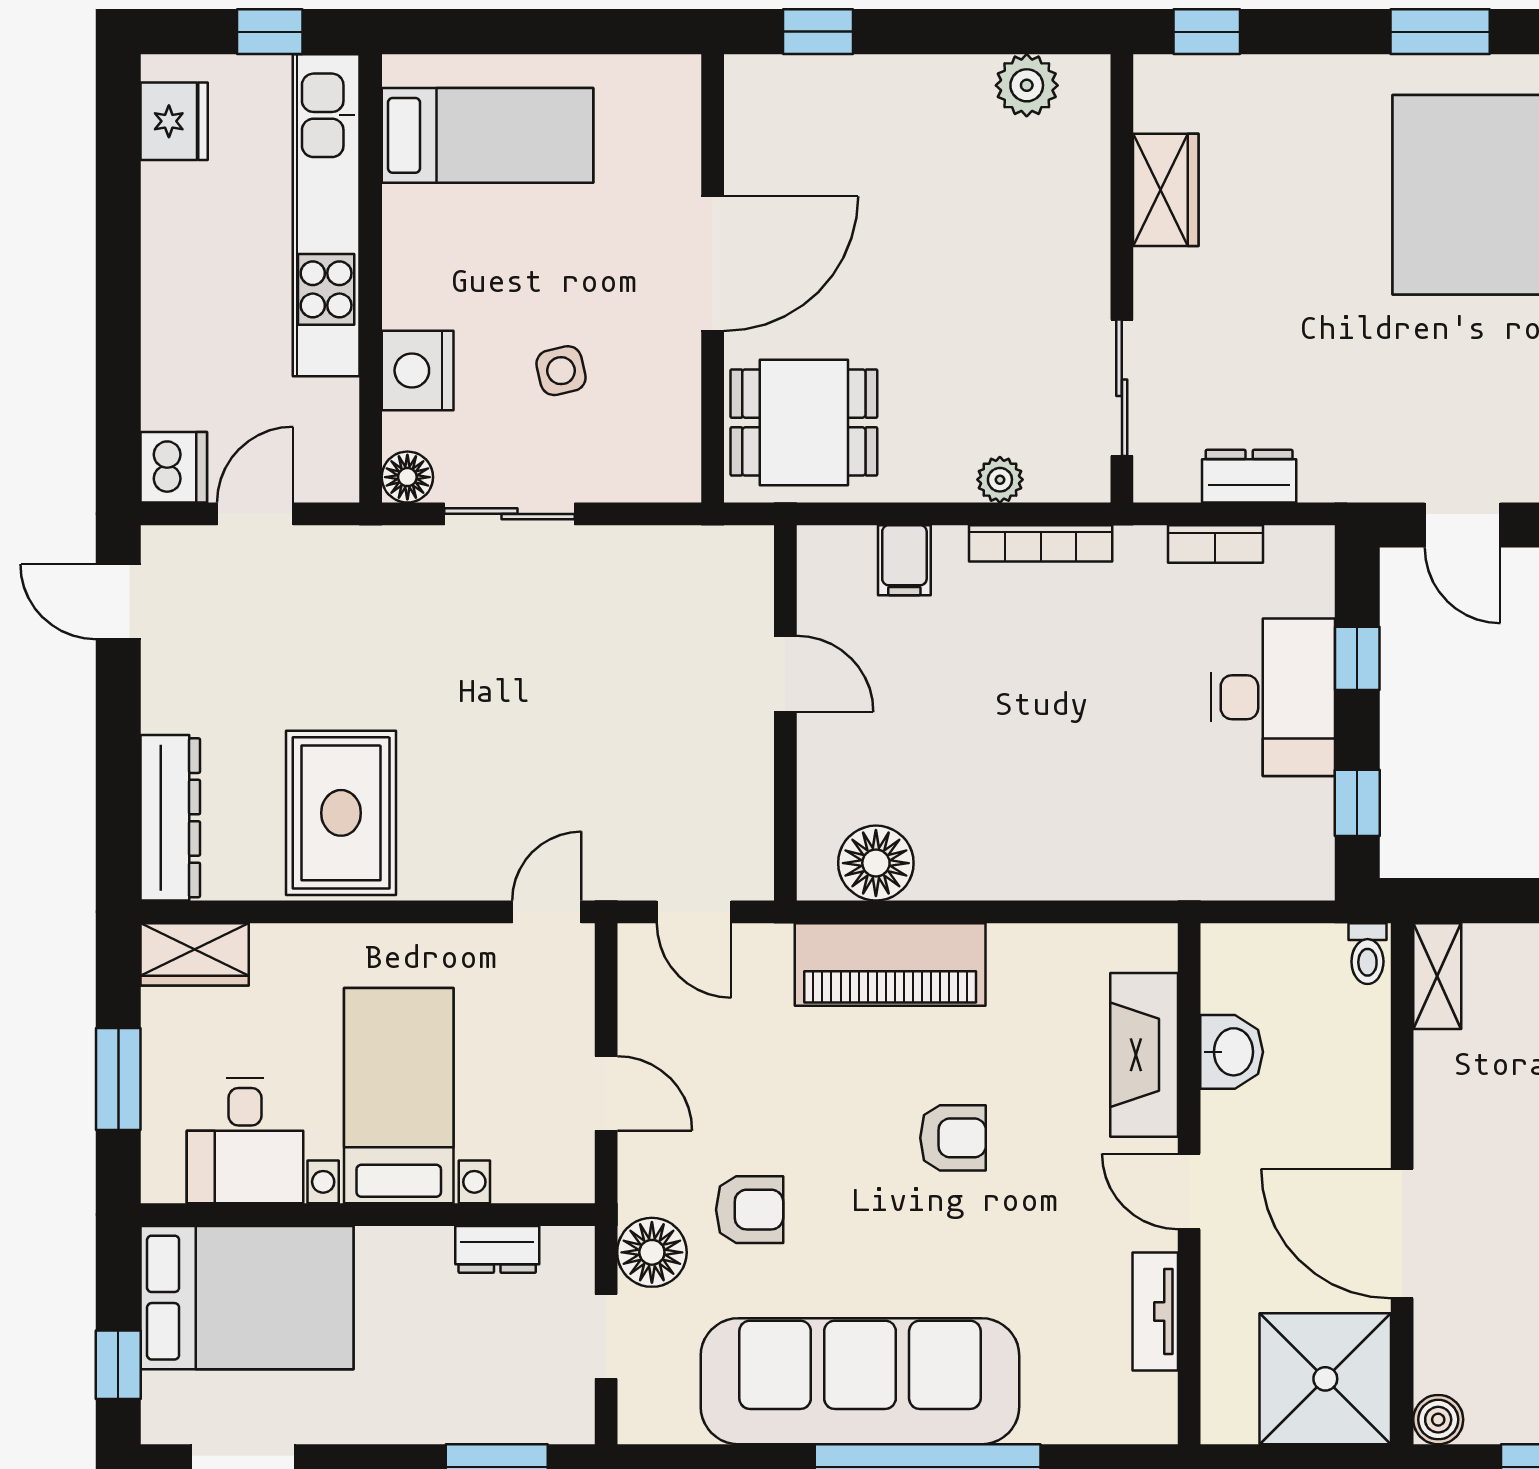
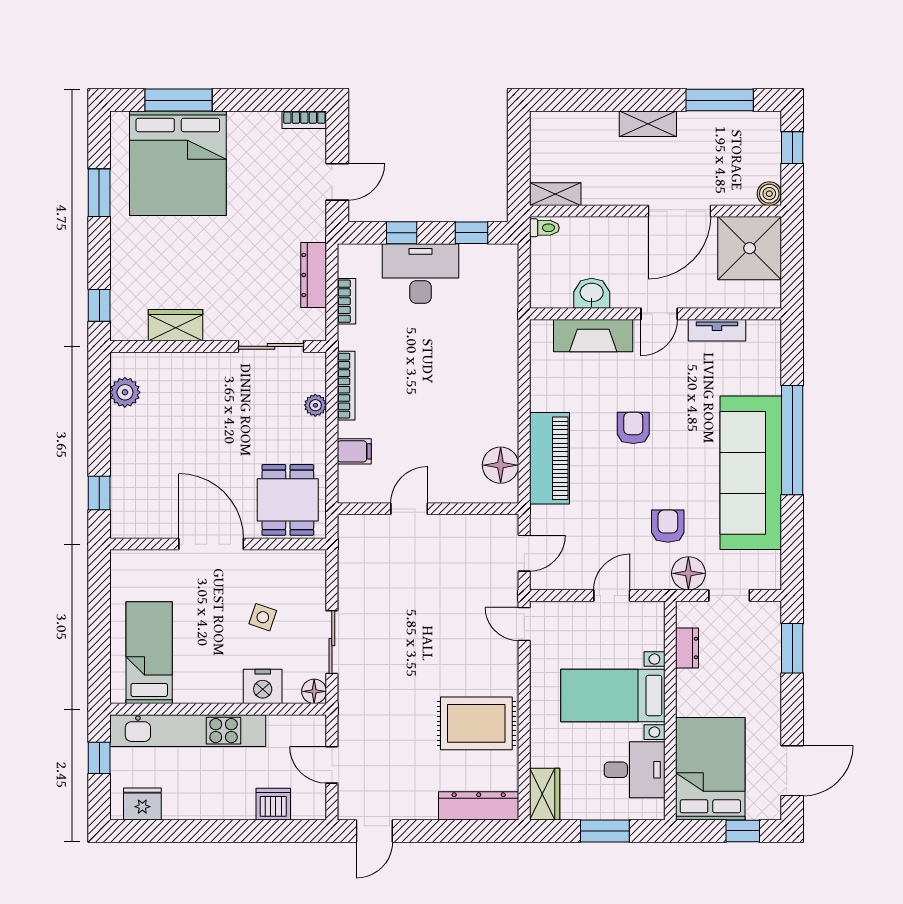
side table: (561, 371) -> (263, 617), turned 32
dishwasher: (174, 467) -> (273, 804), moved
dresser: (1249, 476) -> (314, 275), width x1.44

